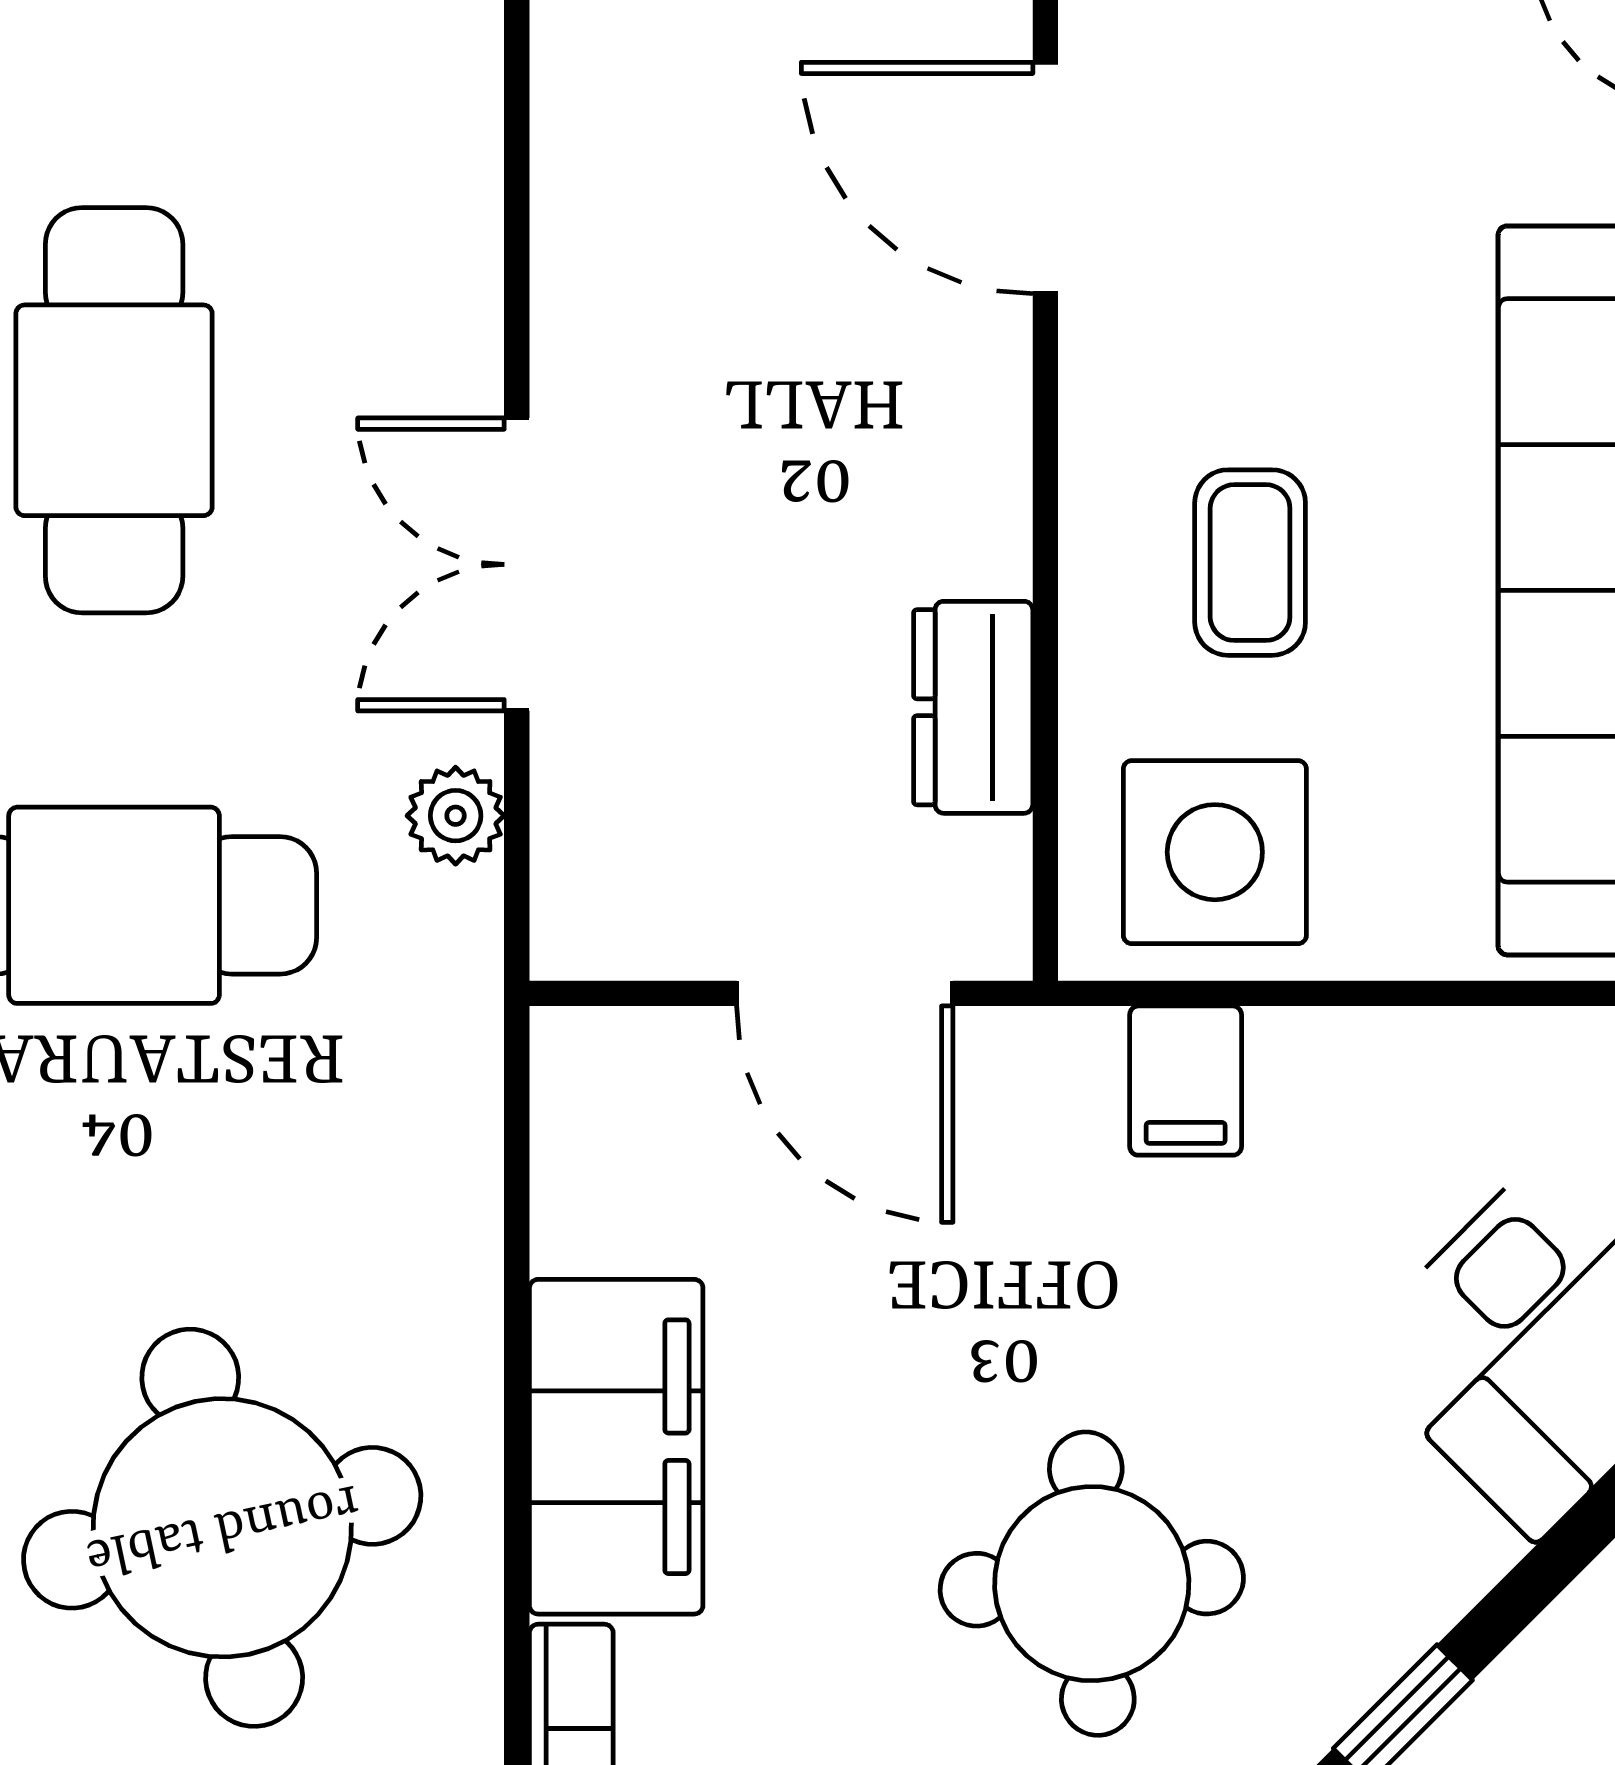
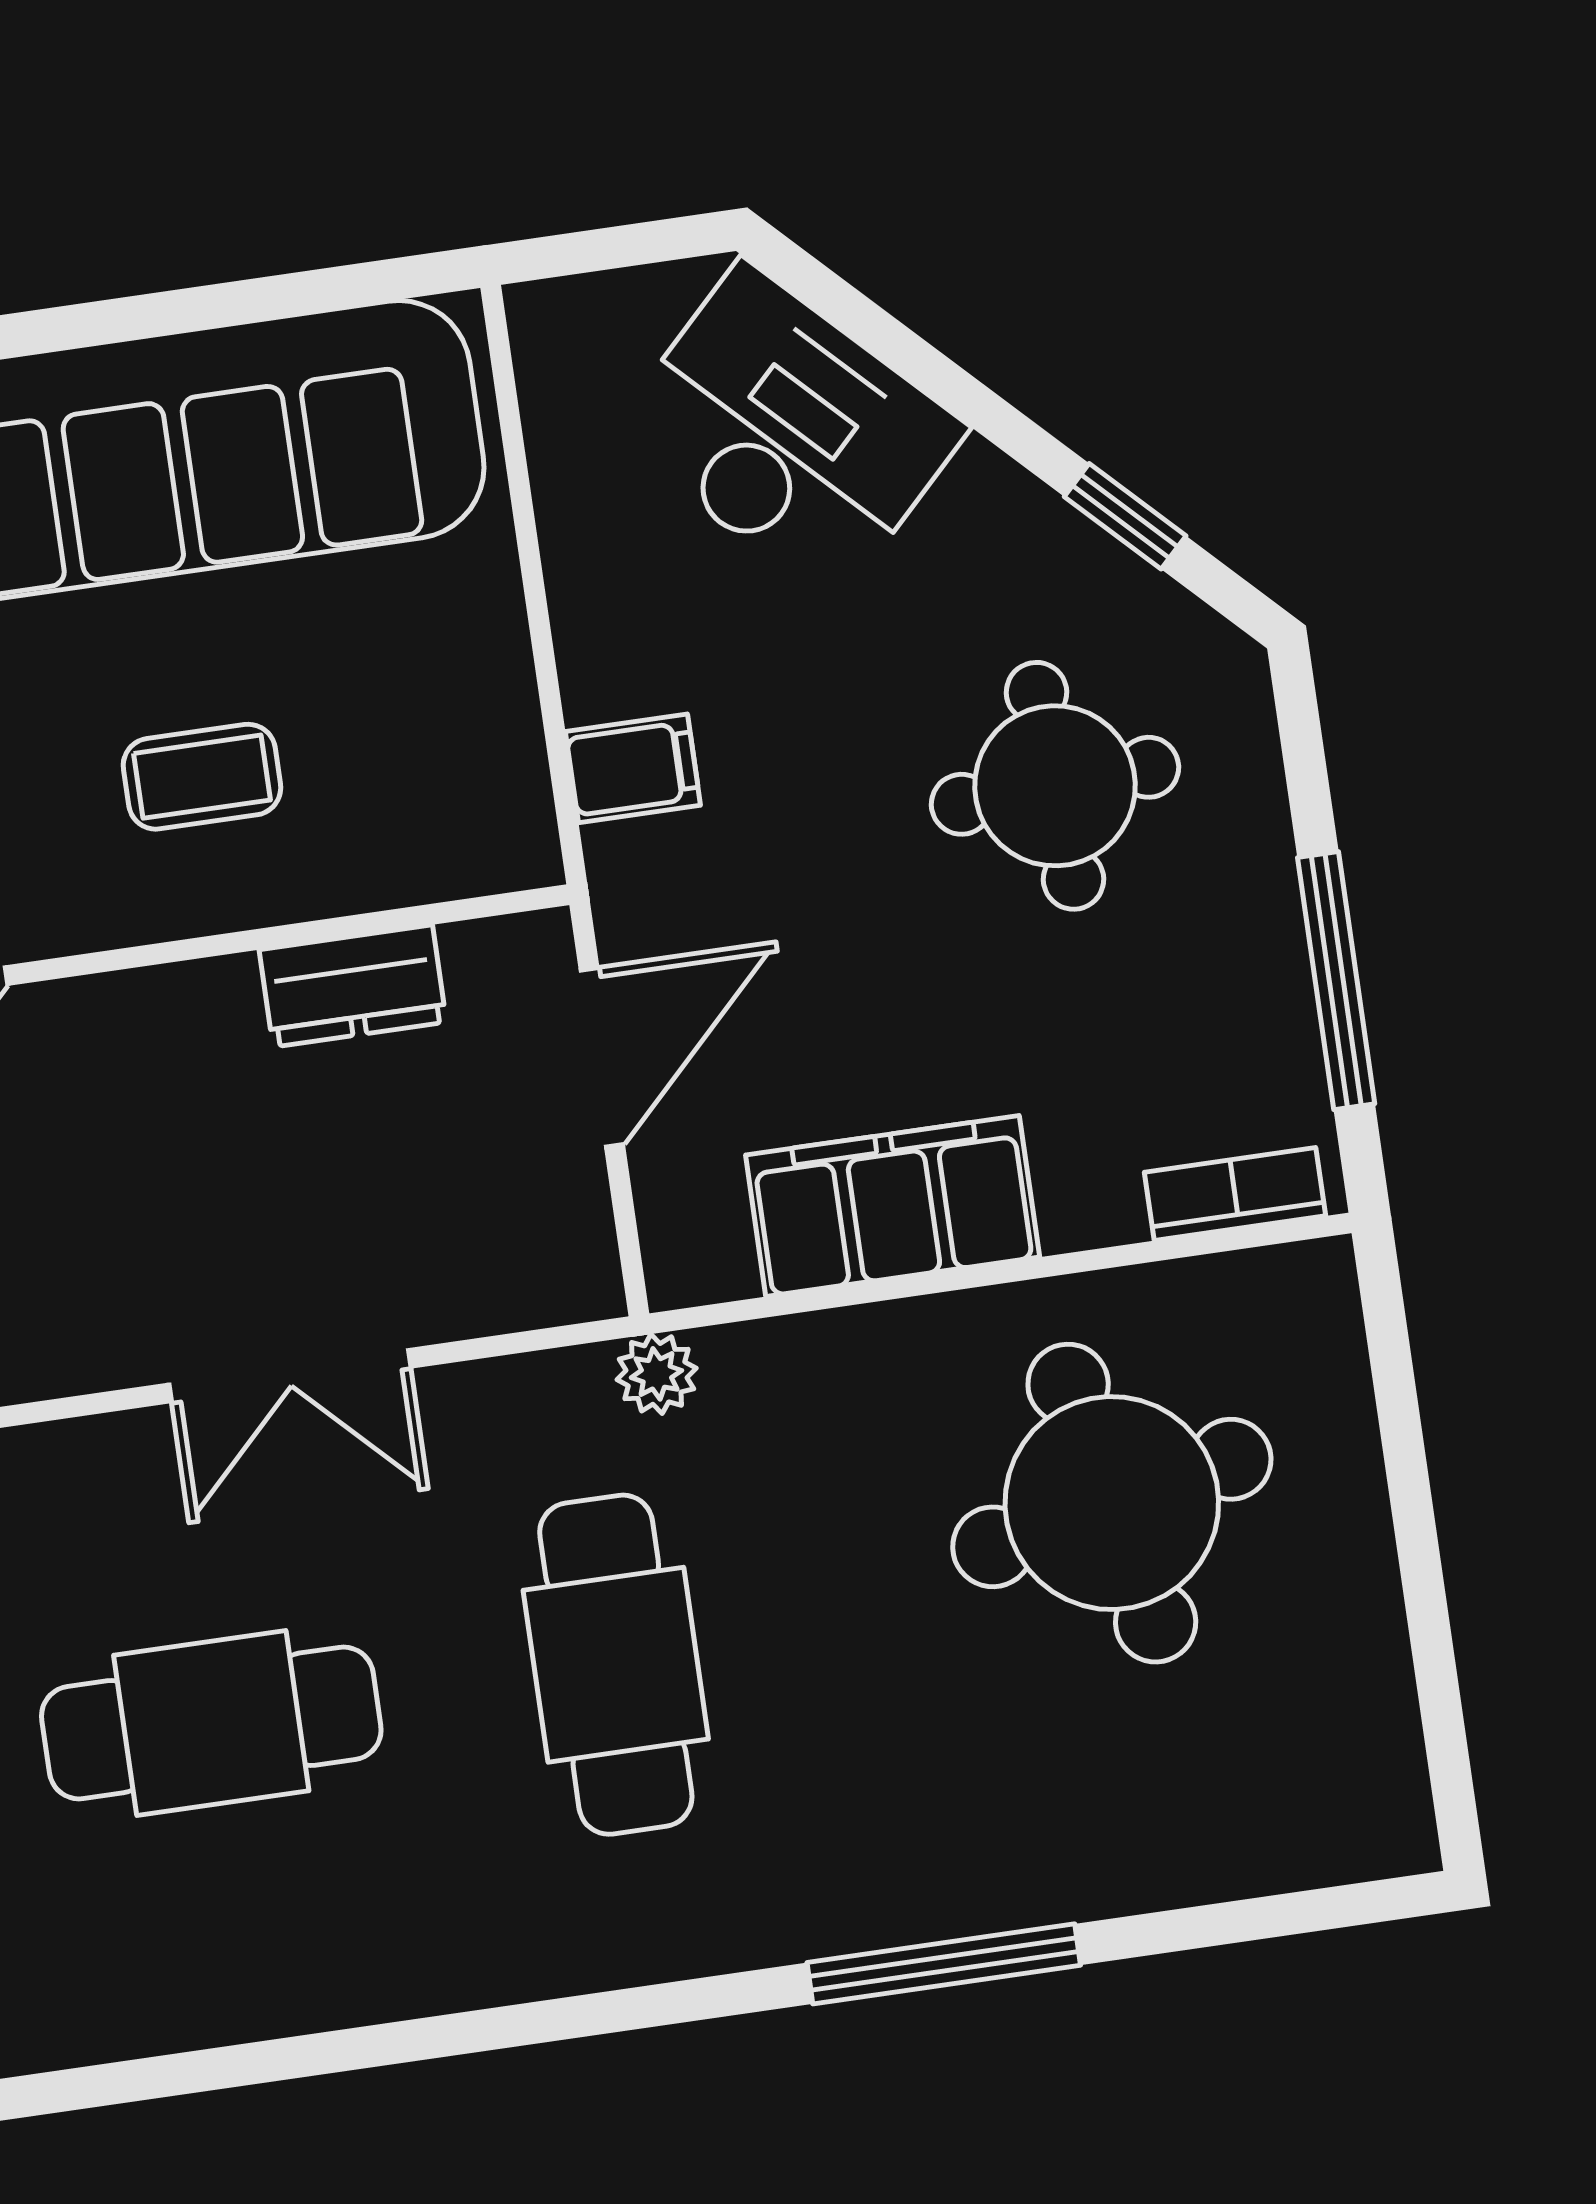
plant: (456, 816) -> (657, 1374), moved
side table: (1215, 852) -> (443, 771), removed
filing cabinet: (616, 1447) -> (893, 1206), moved

